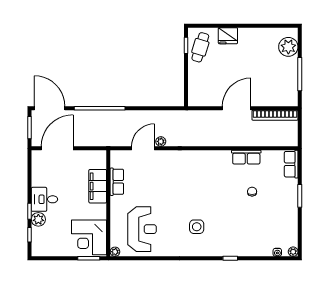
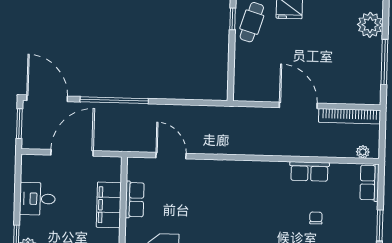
door: (237, 108) -> (298, 105), hinge flipped
plant: (161, 141) -> (363, 152), moved
door: (57, 148) -> (72, 153), moved
door: (143, 148) -> (171, 156), hinge flipped
desk: (44, 199) -> (37, 199), moved

